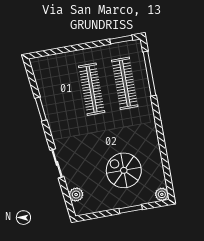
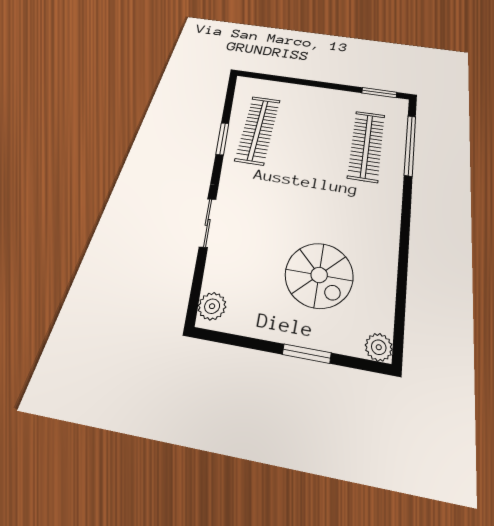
clothes rail: (92, 89) -> (258, 130), moved
spiral stairs: (124, 170) -> (319, 275), turned 180
plant: (76, 195) -> (212, 306), moved

